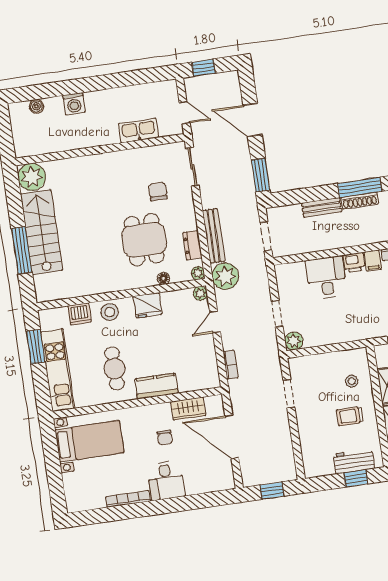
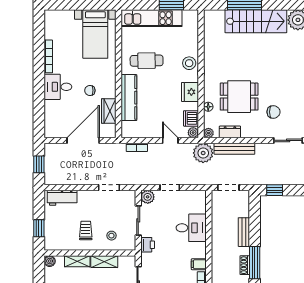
window: (260, 175) -> (275, 190), width x0.67
shoe rack: (360, 201) -> (245, 265), width x0.70
printer: (354, 262) -> (148, 245), moved, turned 180
dishwasher: (80, 314) -> (191, 118), moved
sliding door: (327, 349) -> (138, 220), added
kitchen counter: (156, 386) -> (129, 98), width x1.50
workbench: (354, 461) -> (62, 198), moved, turned 90

